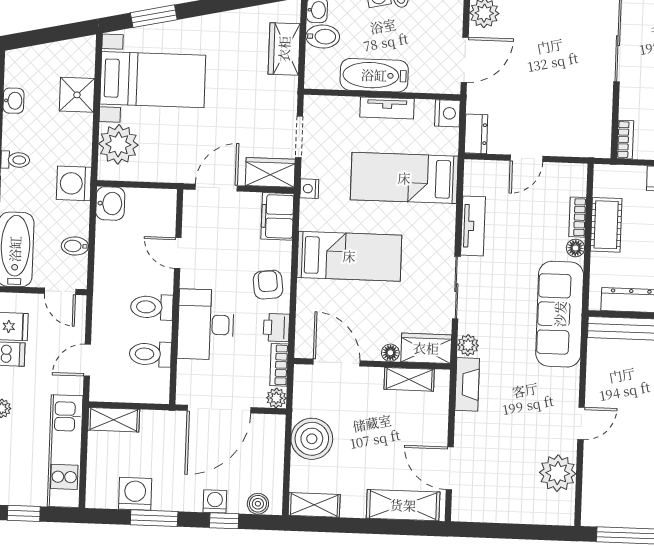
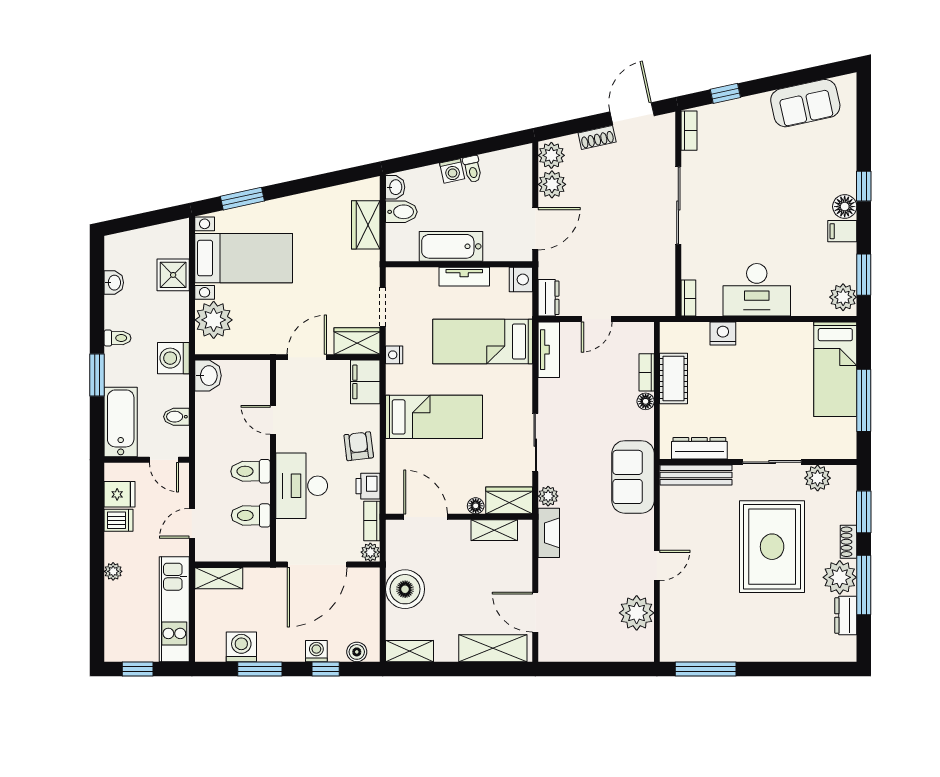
tv unit: (473, 226) -> (549, 350), moved
sofa: (560, 314) -> (633, 477), width x0.73

